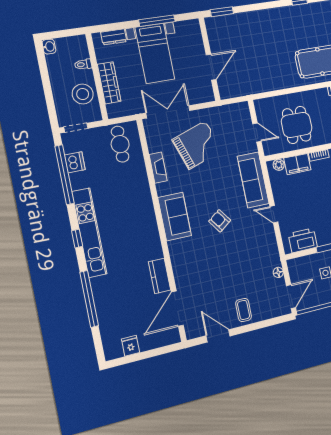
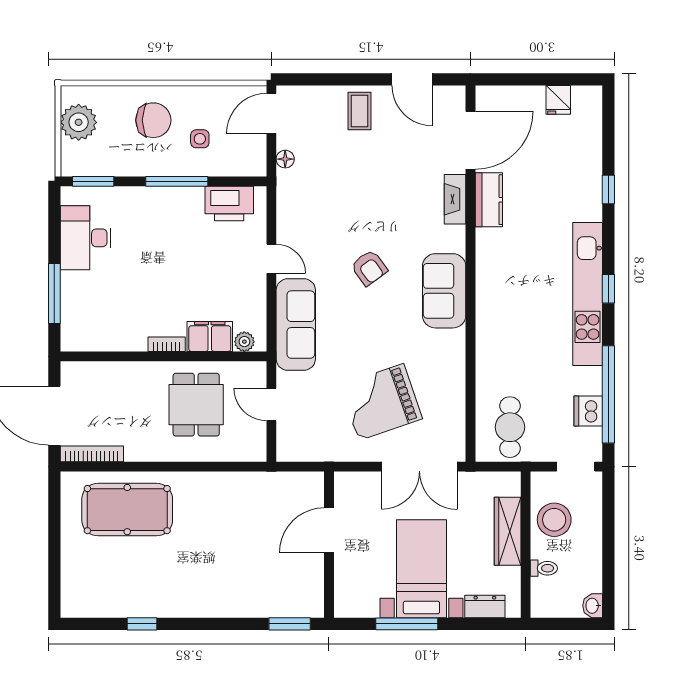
fireplace: (158, 168) -> (455, 199), moved
window: (89, 299) -> (608, 189), width x0.32

